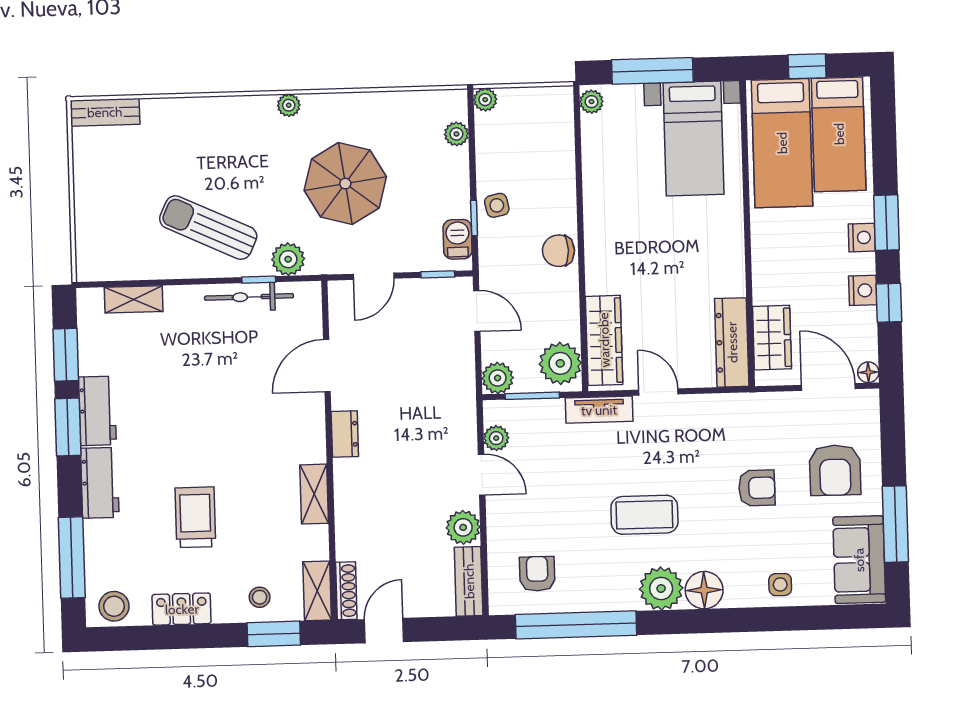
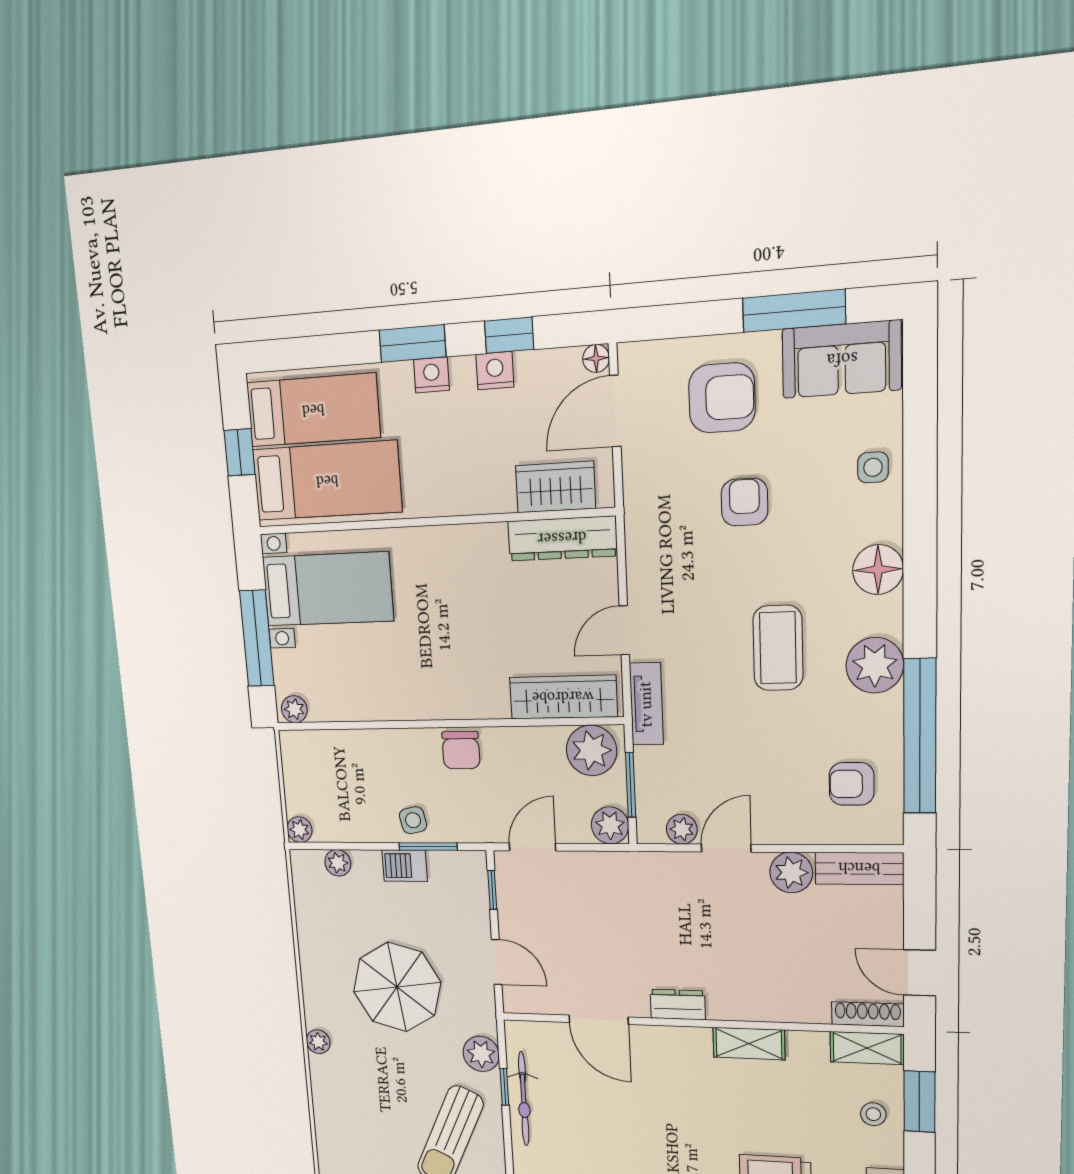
window: (474, 218) -> (428, 847), width x1.50
barbecue: (458, 239) -> (405, 866), moved
plant: (661, 589) -> (875, 665), moved

